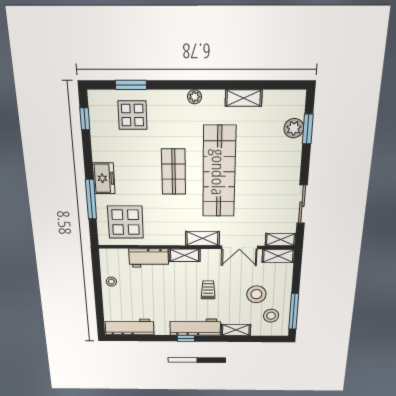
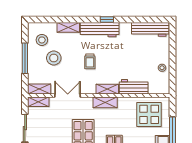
shelving: (202, 238) -> (105, 102), moved
window: (294, 311) -> (25, 58), moved

